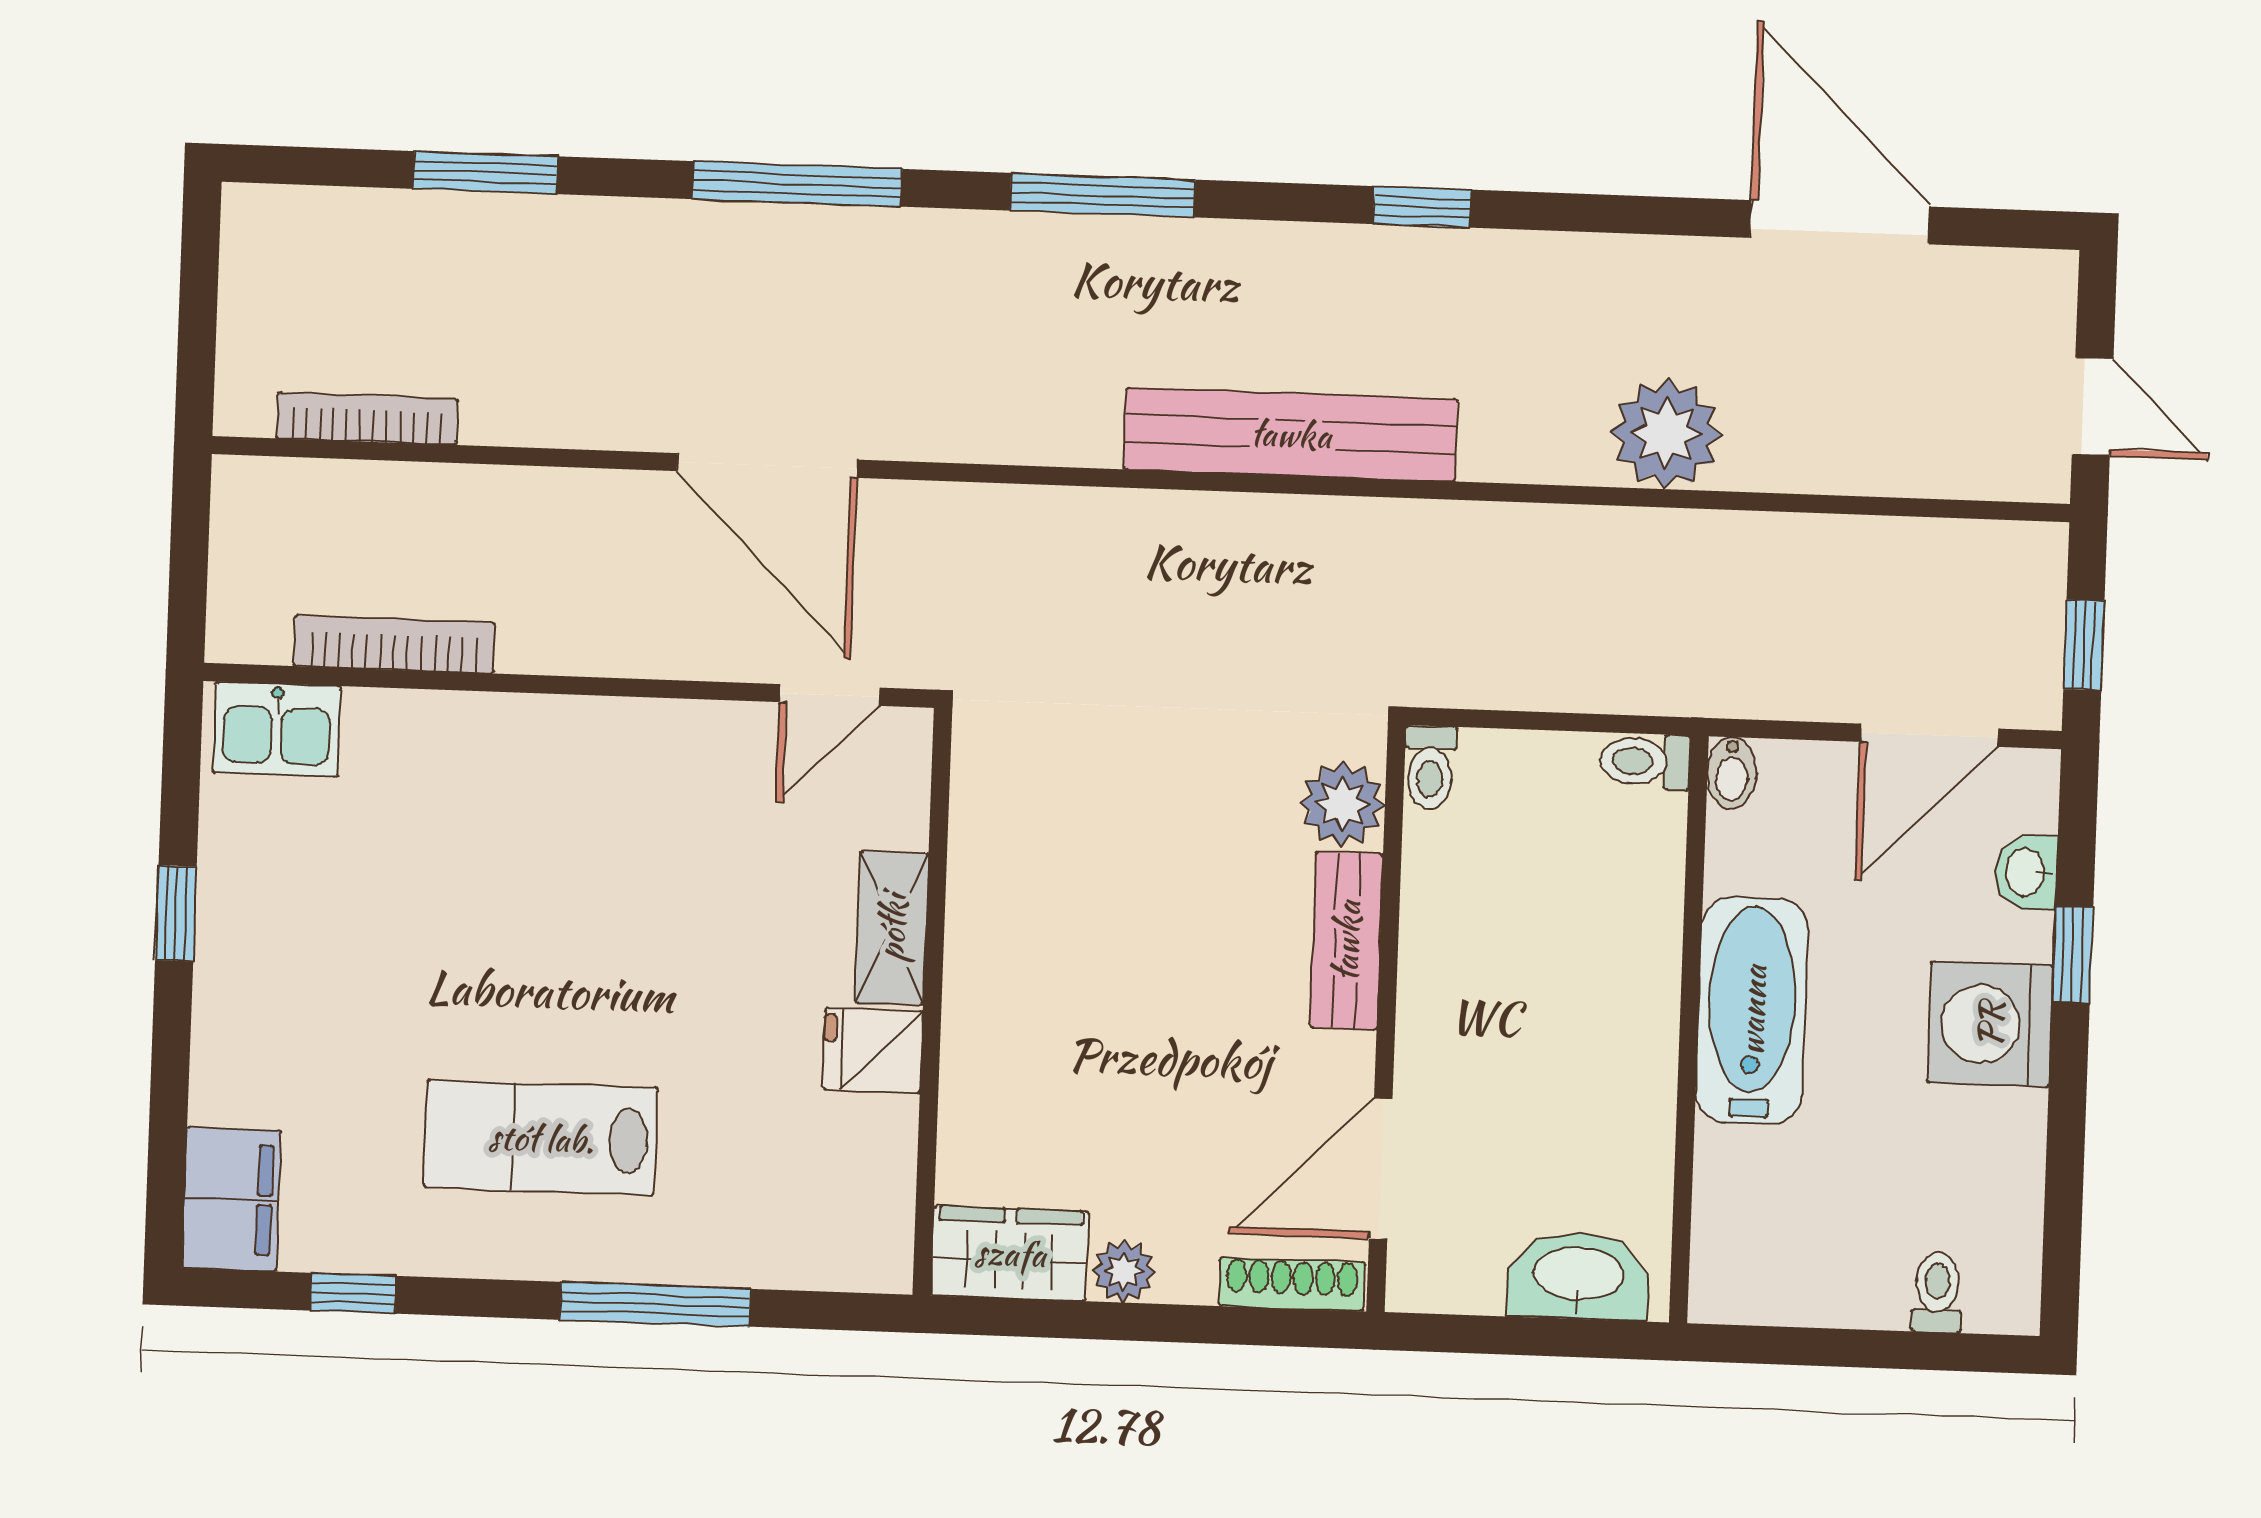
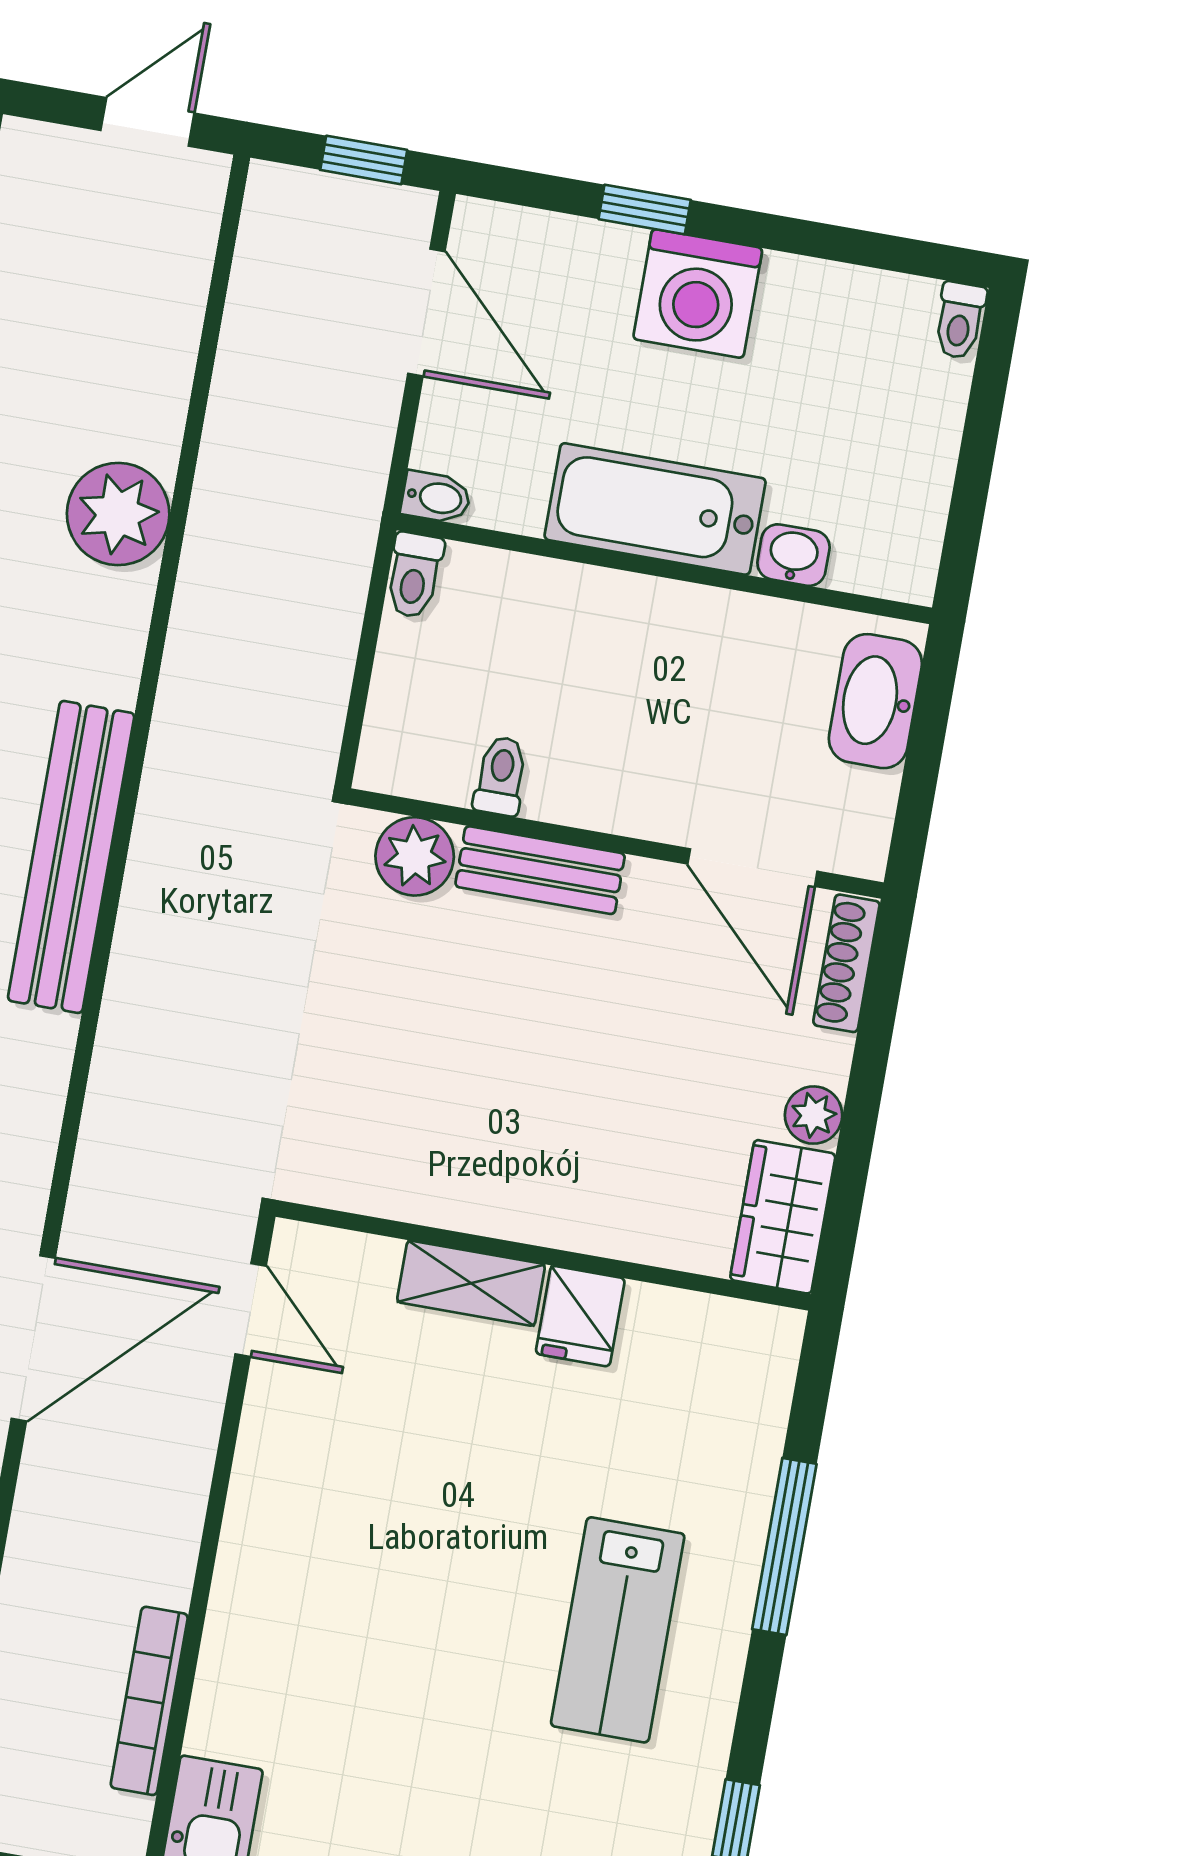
toilet: (1430, 768) -> (501, 776), moved, turned -90
washbasin: (2026, 872) -> (793, 555), moved, turned 180
toilet: (1937, 1292) -> (960, 320), moved, turned -90

